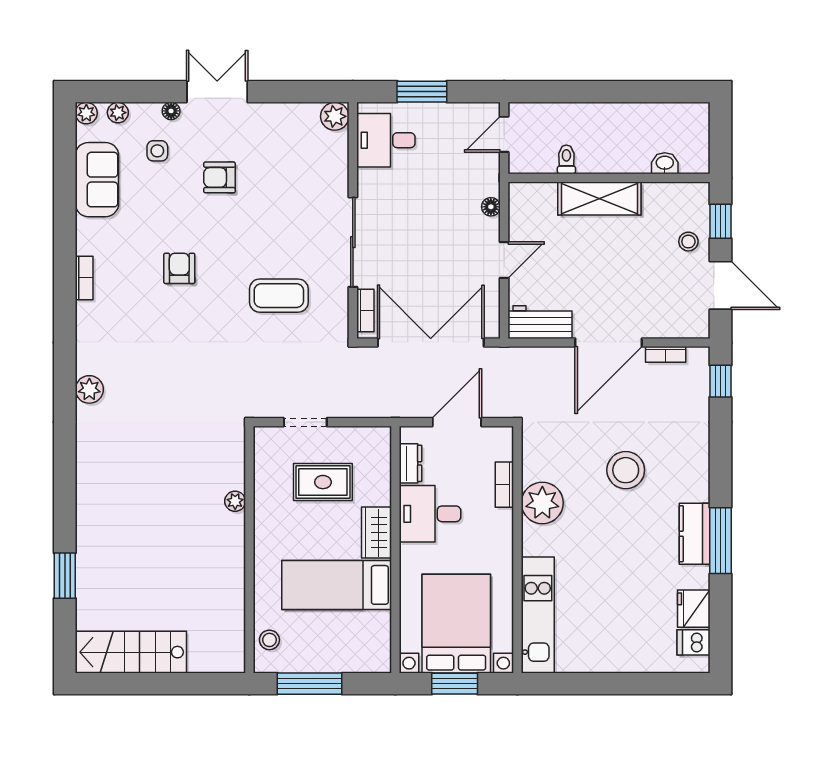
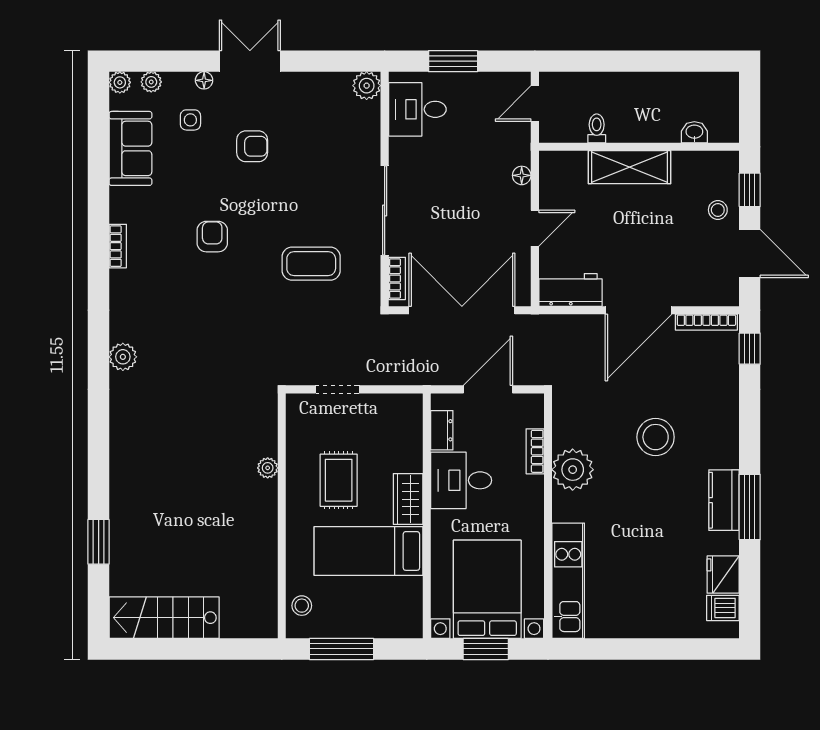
armchair: (219, 177) -> (252, 146), turned 180
bookcase: (666, 354) -> (706, 322), width x1.56
rug: (323, 482) -> (339, 480), moved, turned 90

